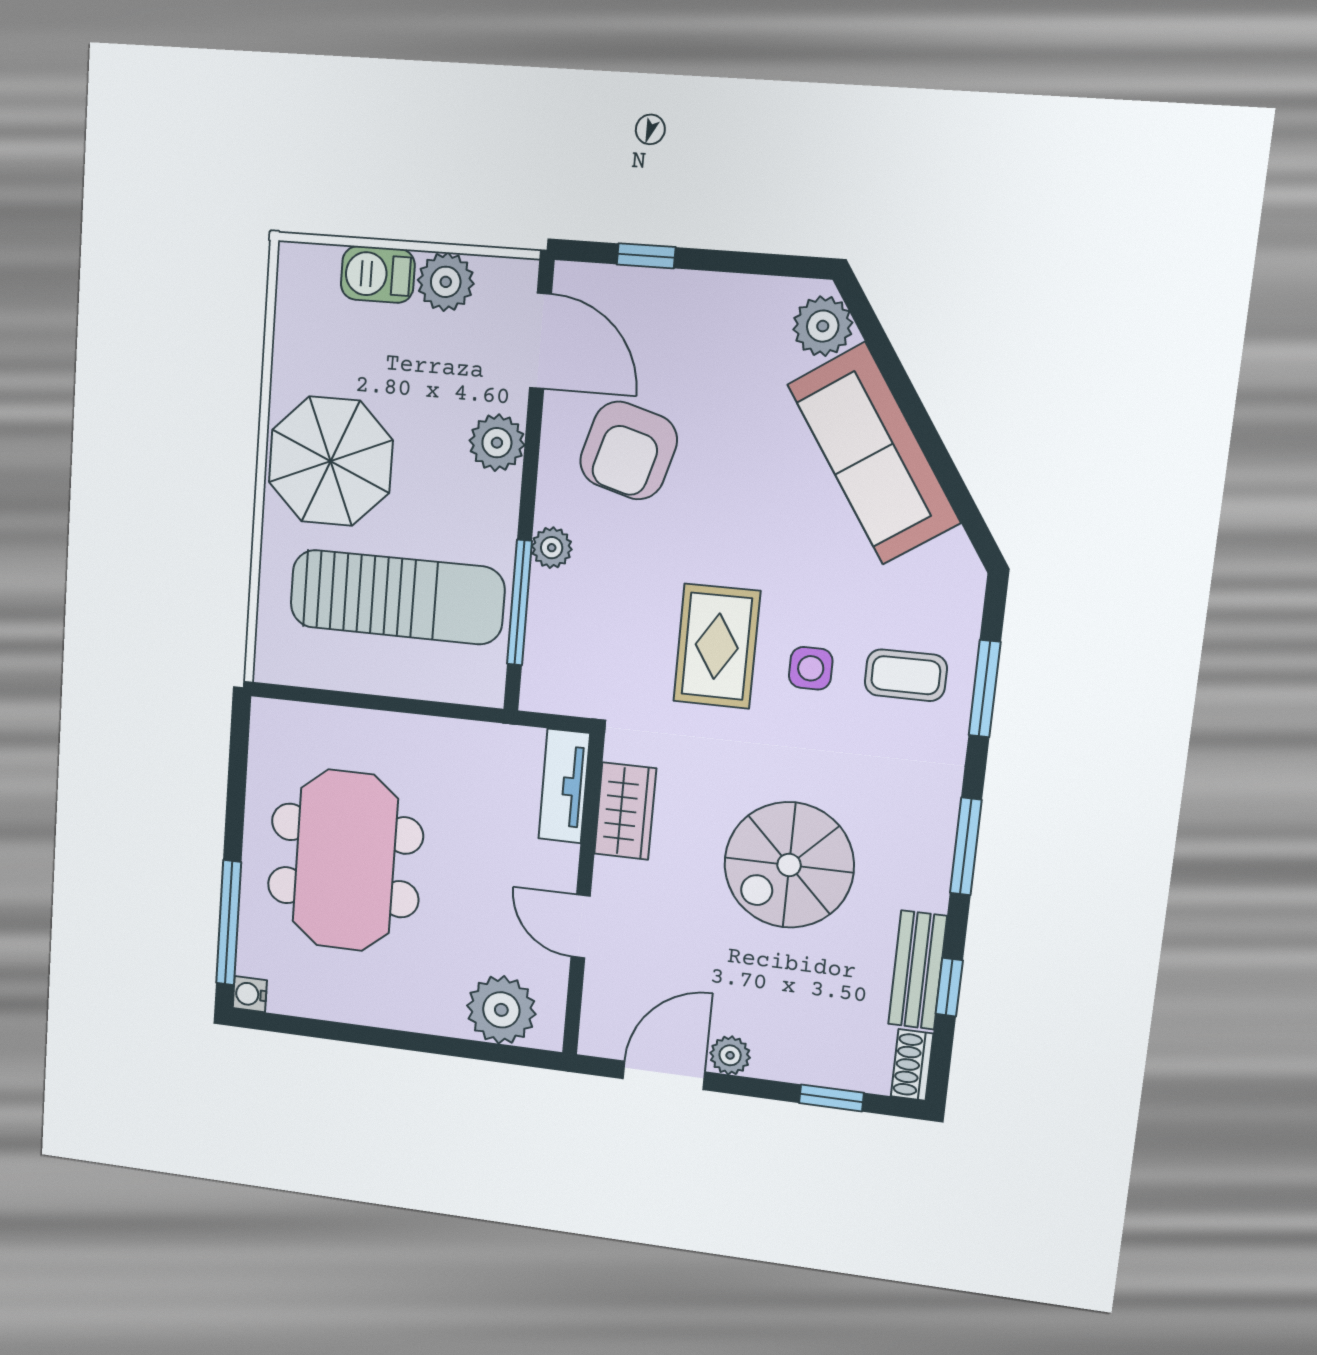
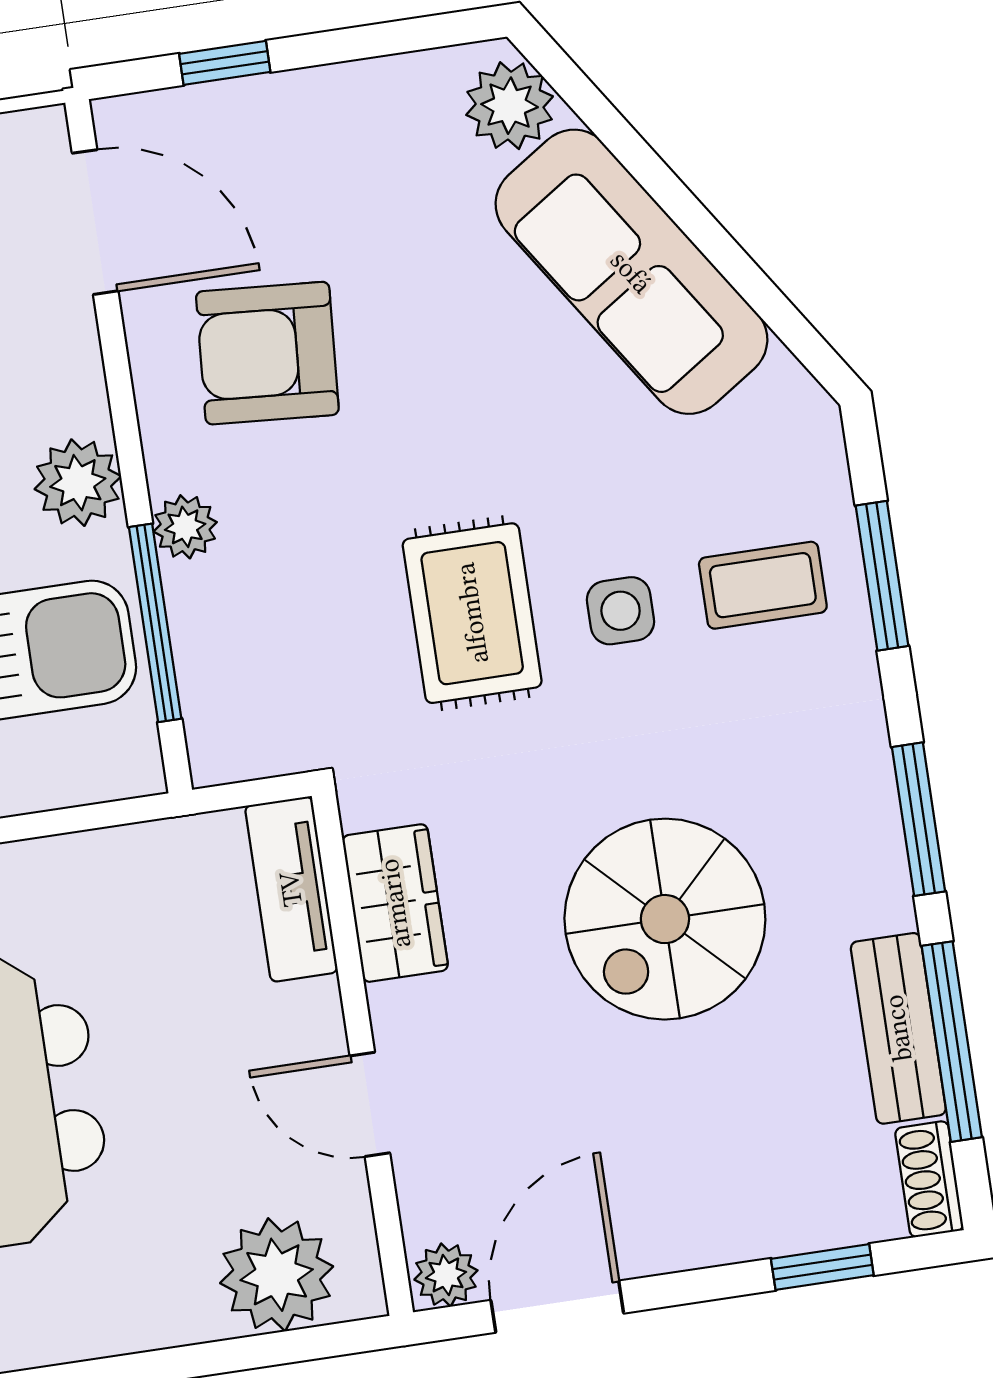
plant: (497, 443) -> (78, 483), moved
armchair: (629, 451) -> (267, 353), turned 78
window: (949, 987) -> (952, 1042), width x2.17
plant: (730, 1055) -> (446, 1275), moved

